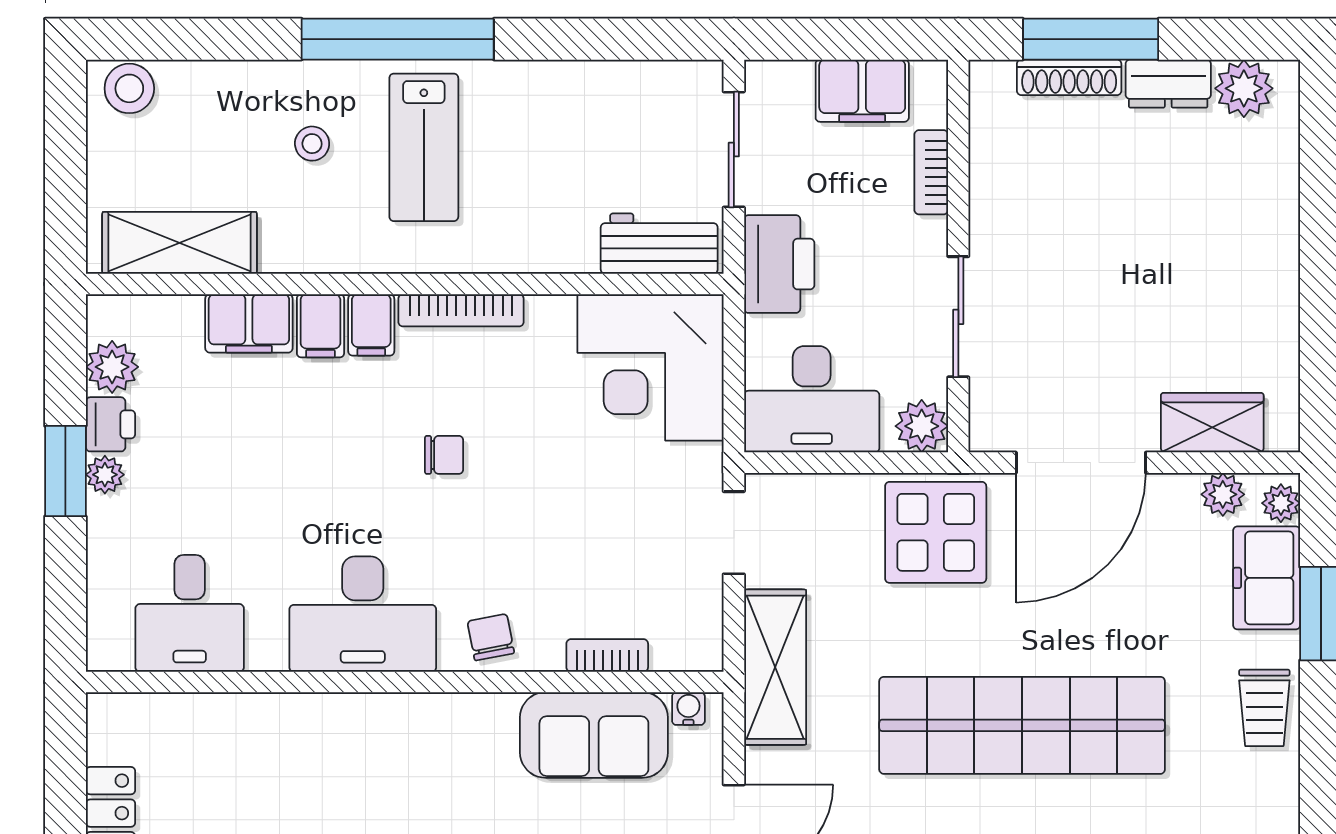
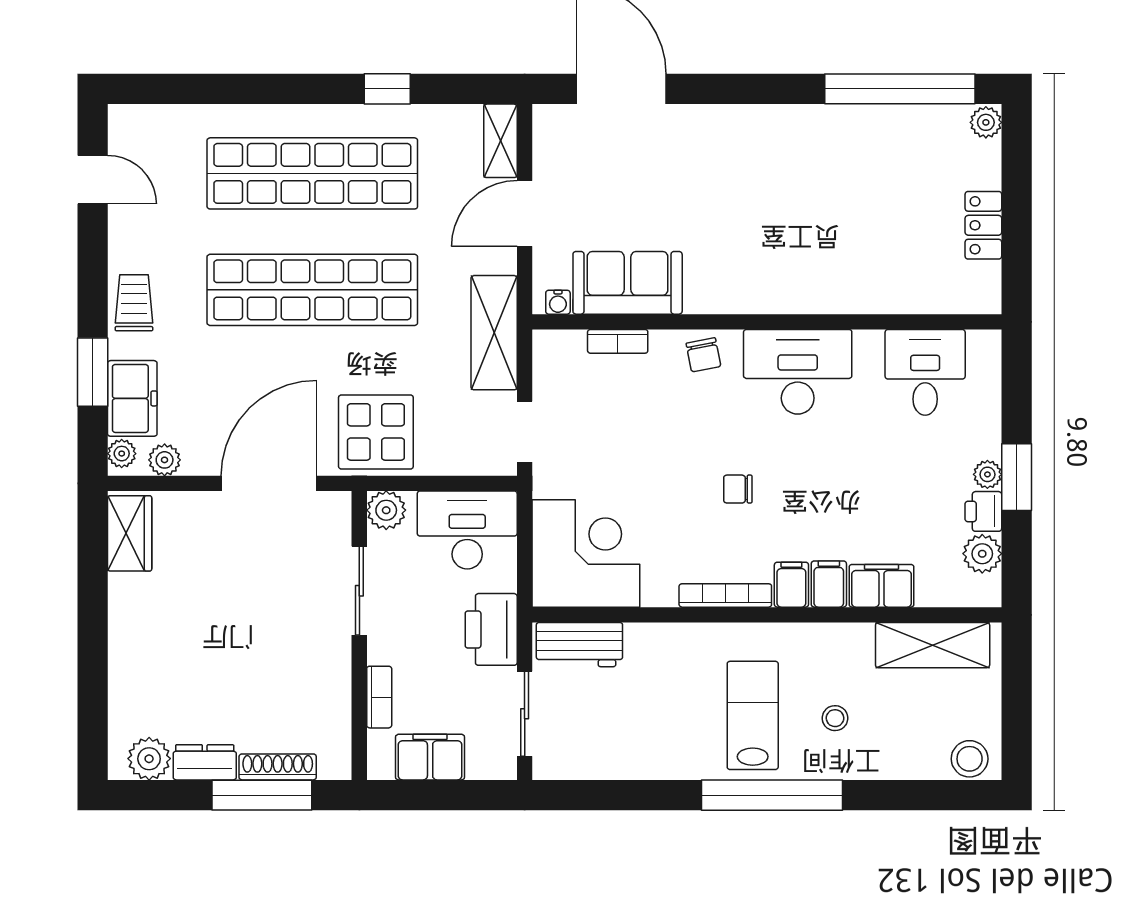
wardrobe: (1212, 423) -> (130, 533), moved, turned -90

